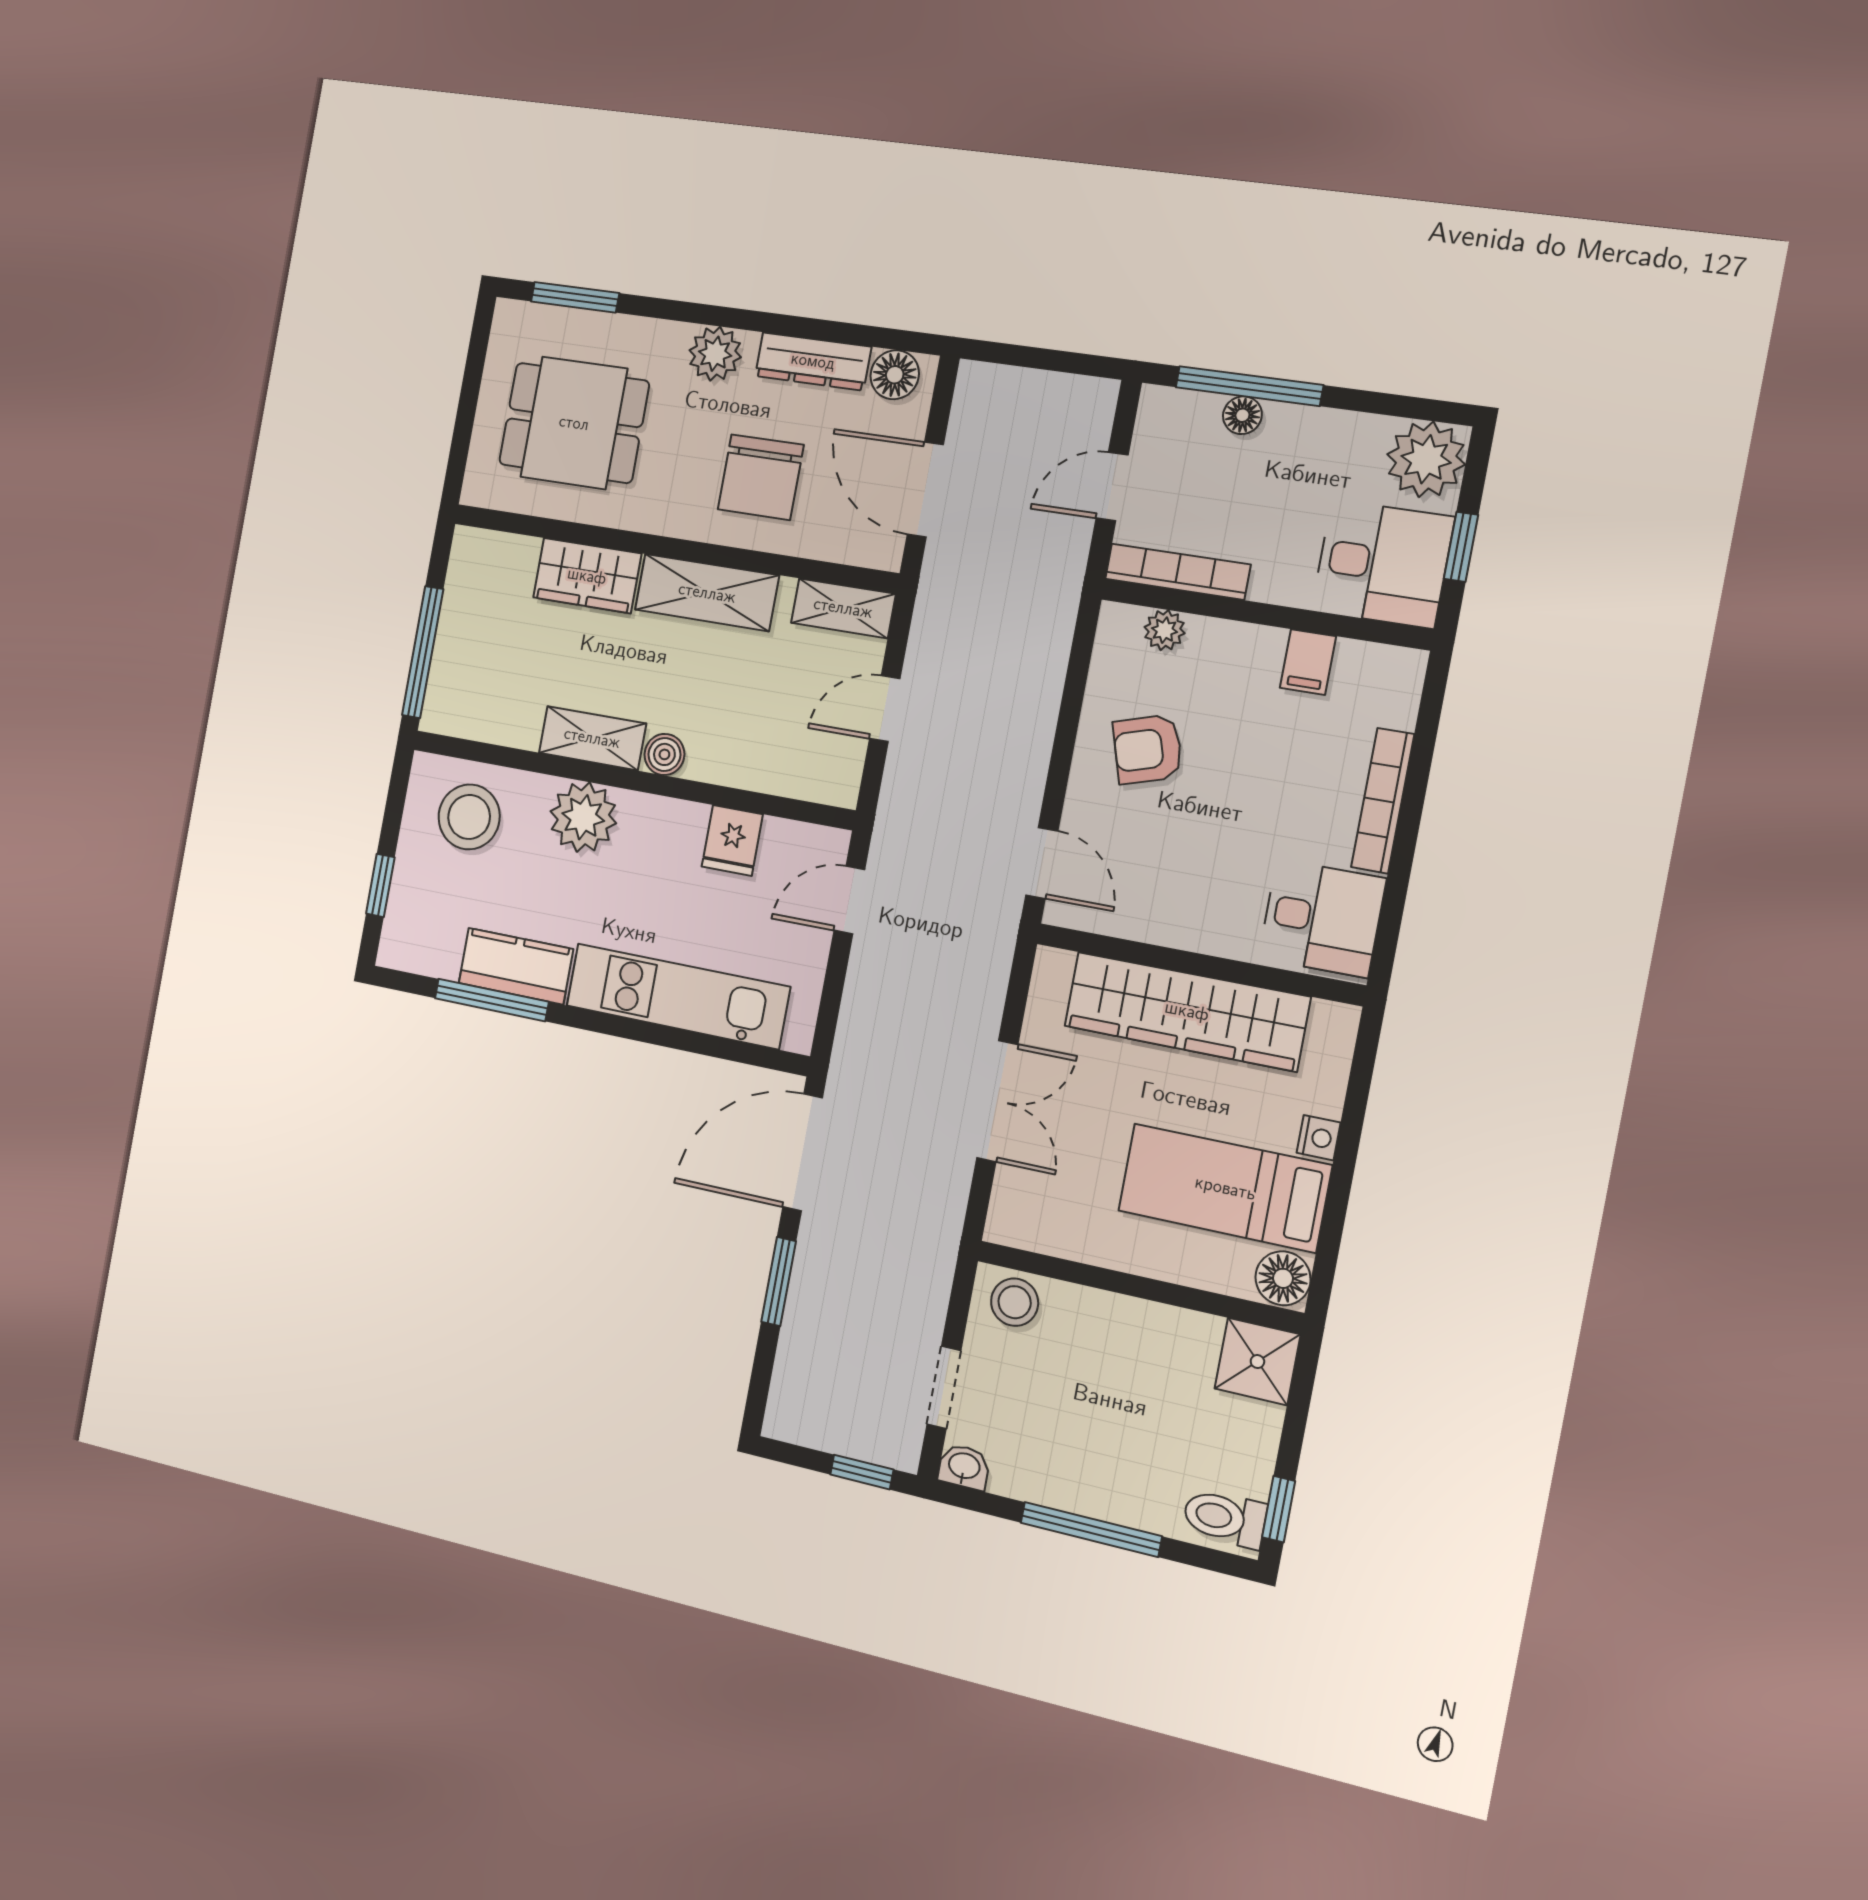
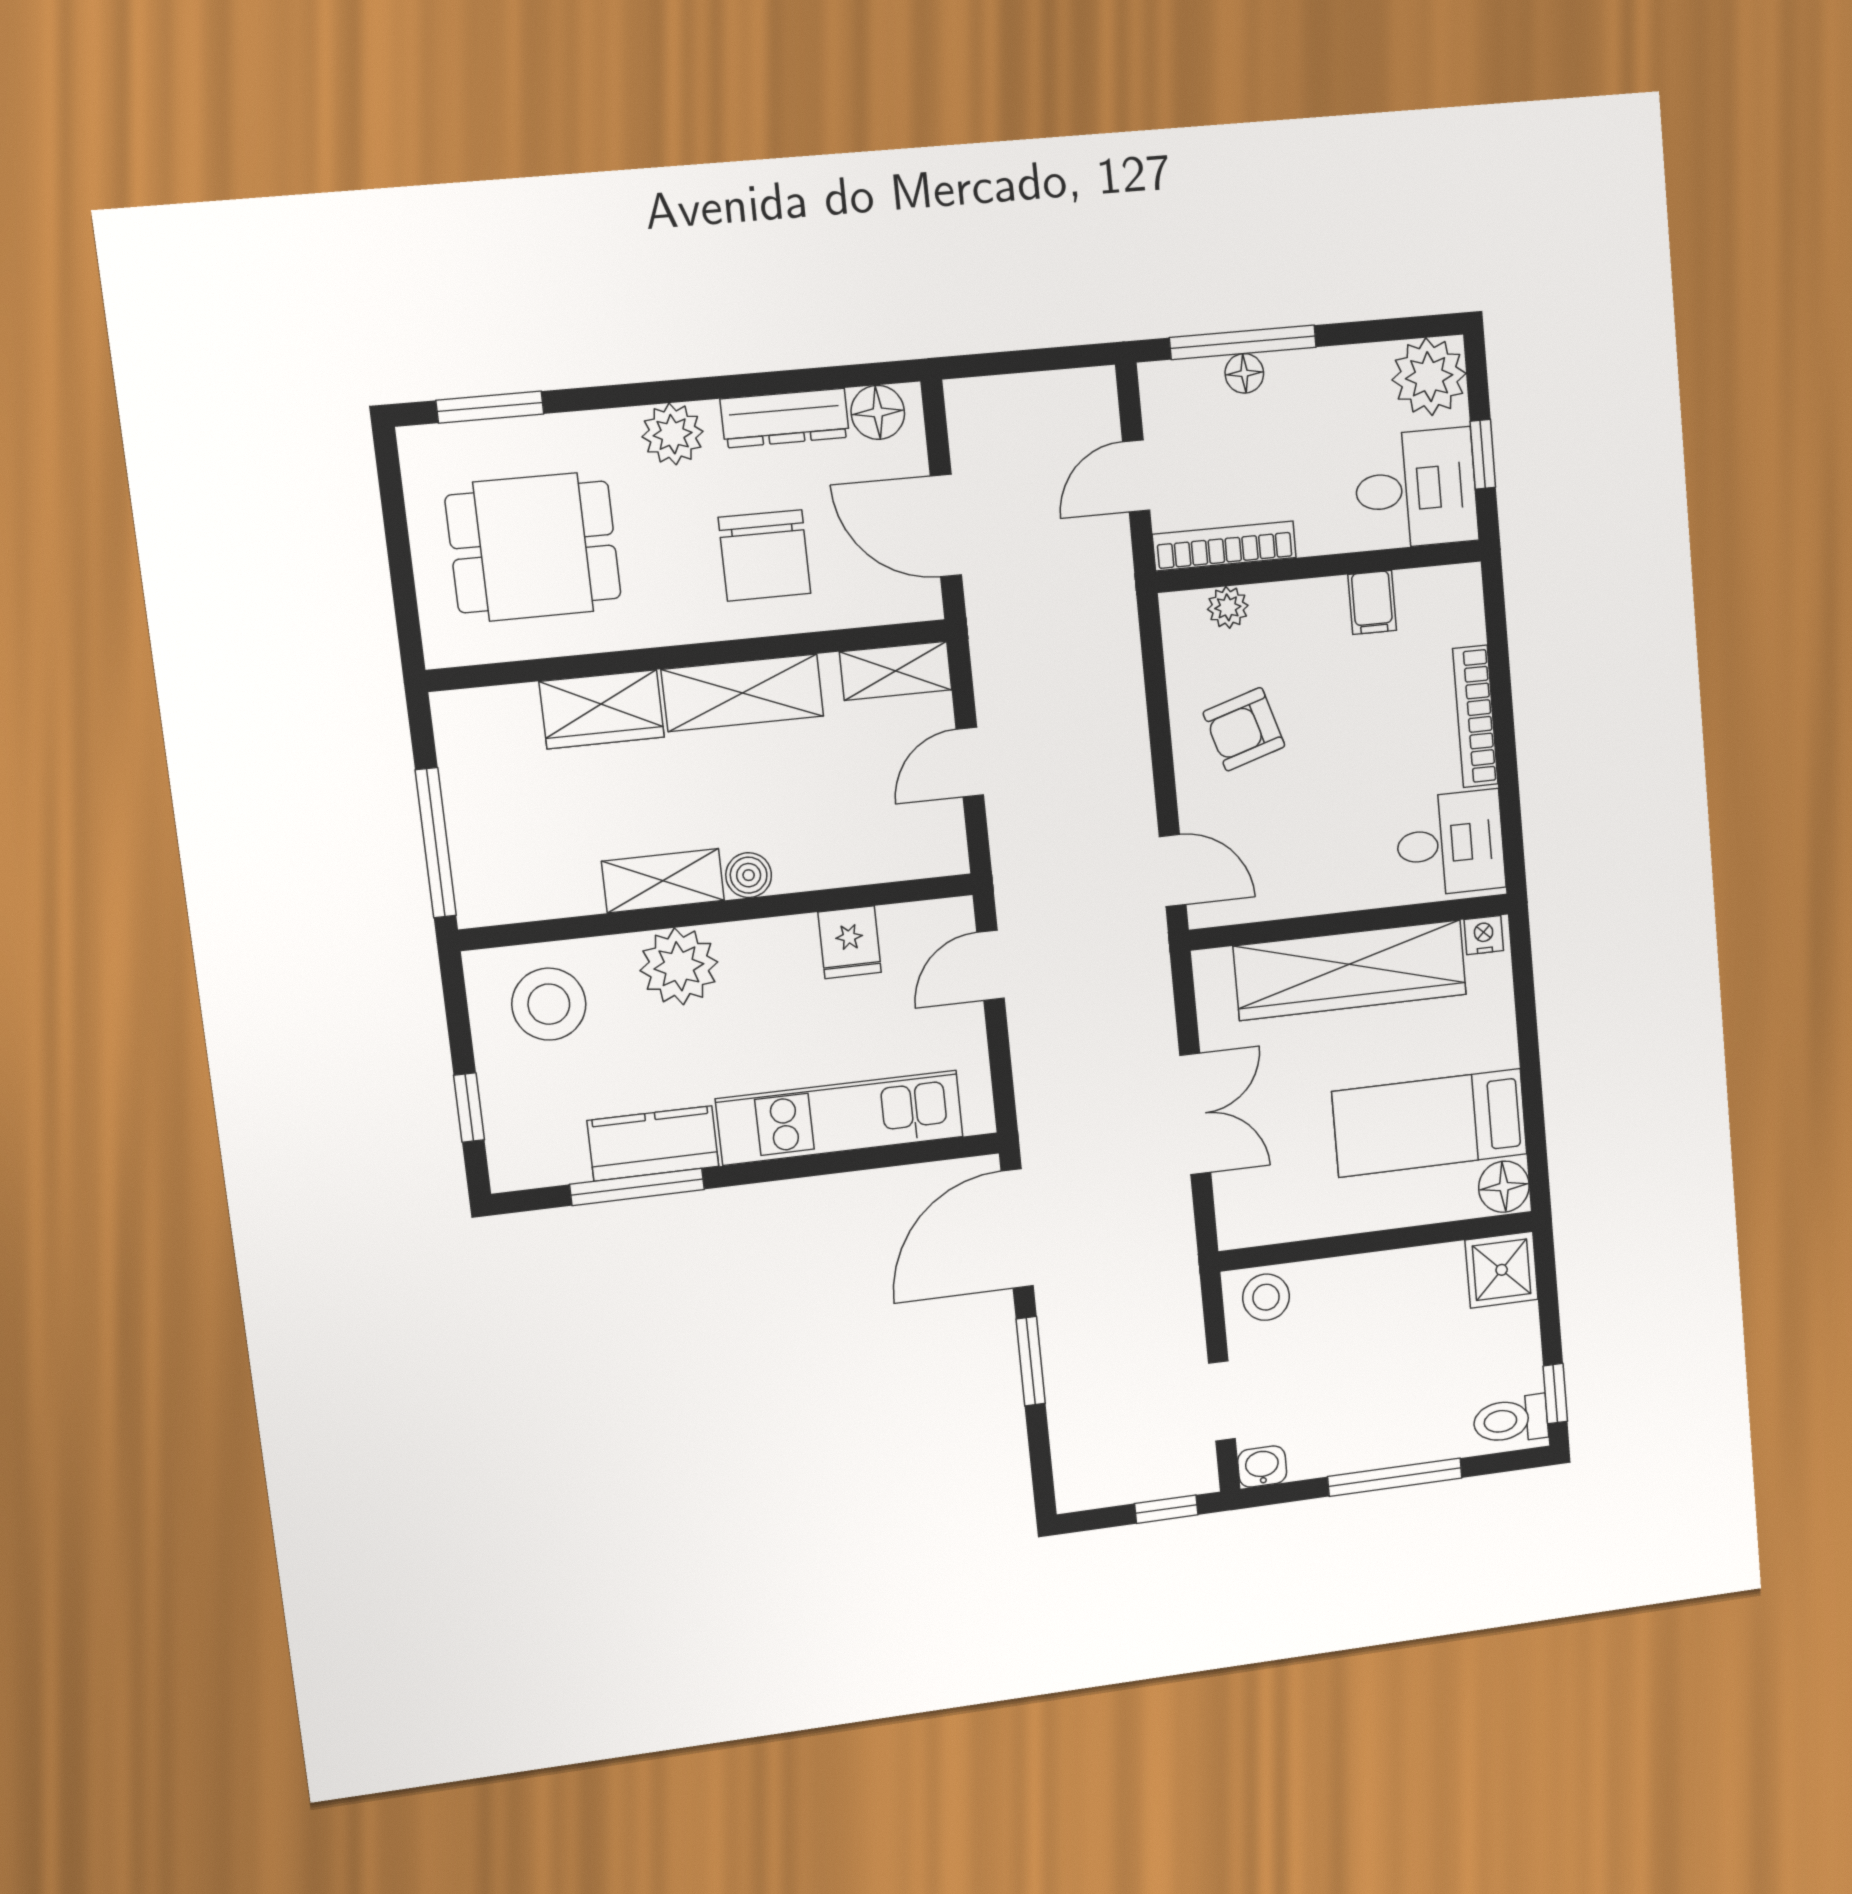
nightstand: (1319, 1138) -> (1484, 935), moved, turned -90

